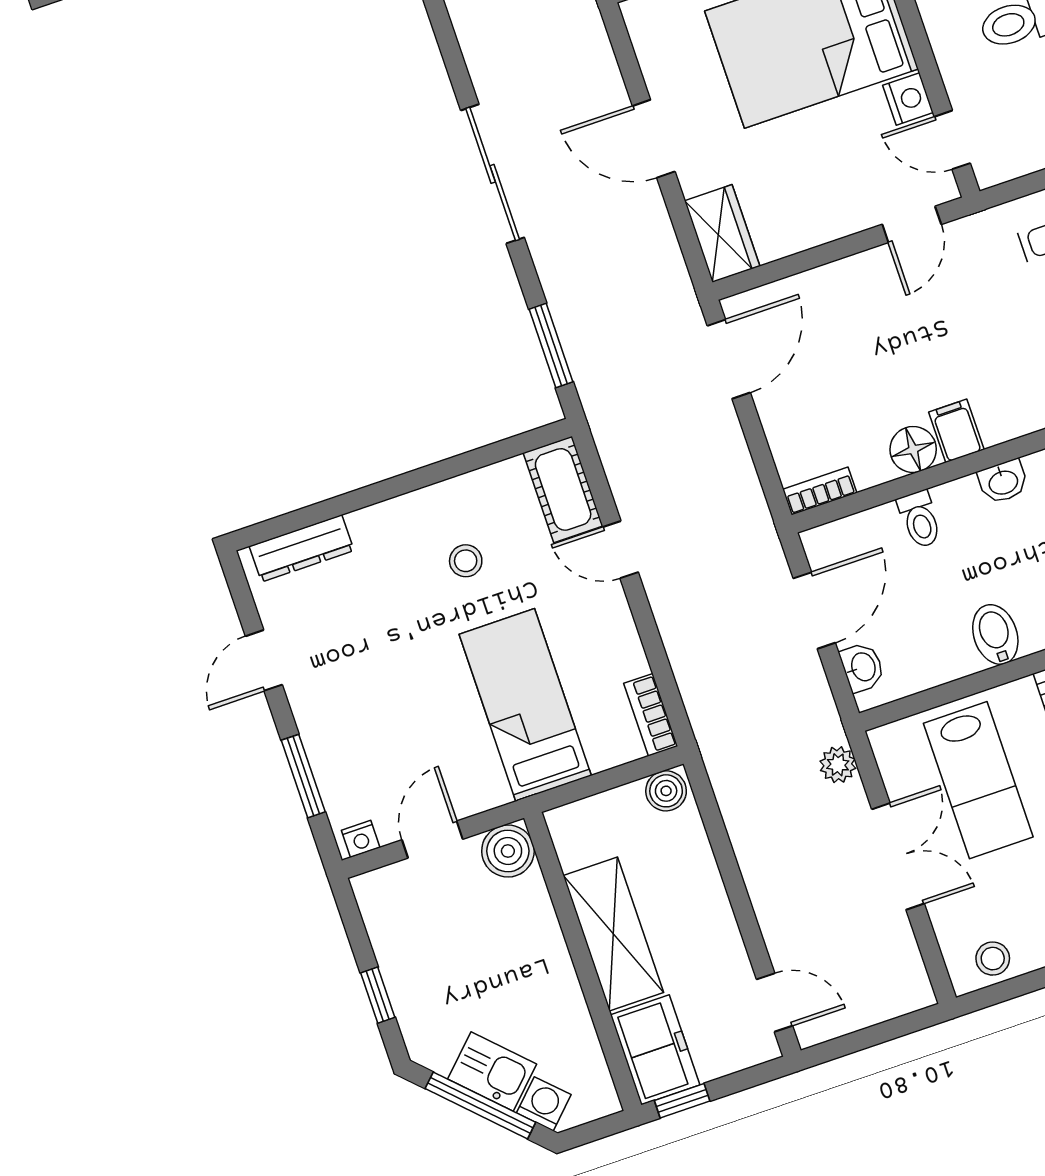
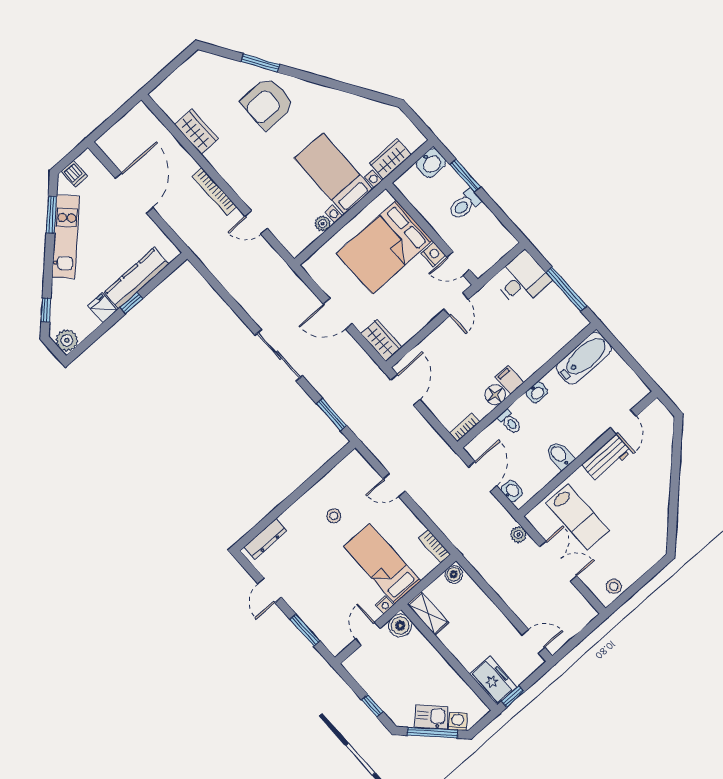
cot: (563, 489) -> (361, 470), removed
nightstand: (361, 839) -> (385, 605), moved
shelving: (613, 934) -> (428, 613), moved, width x0.67, depth x0.75

